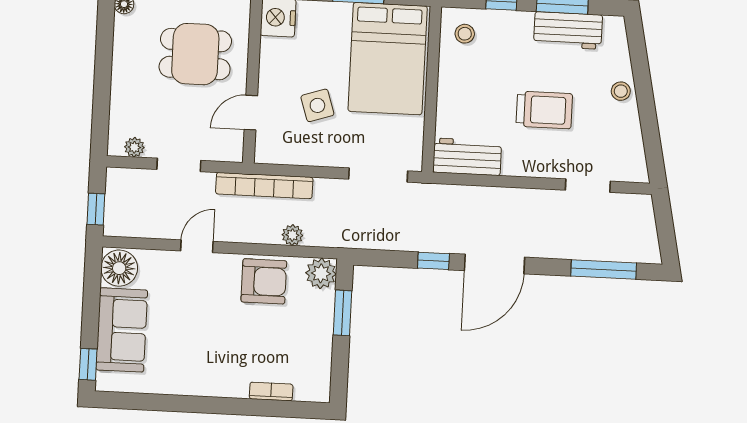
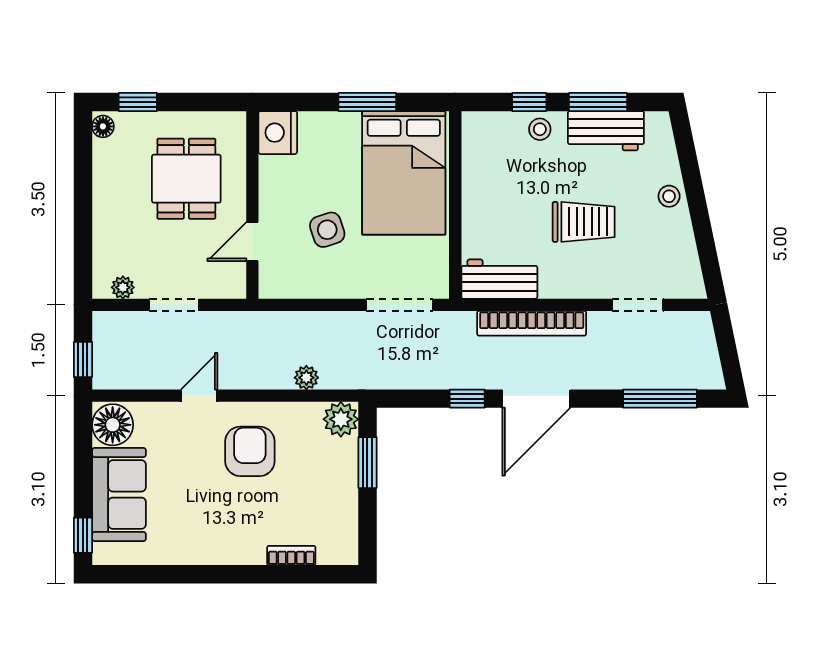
stool: (465, 34) -> (540, 129), moved
dining table: (195, 54) -> (186, 179), turned 90
bookcase: (264, 186) -> (532, 323), moved
armchair: (264, 281) -> (250, 451), moved, turned -90

